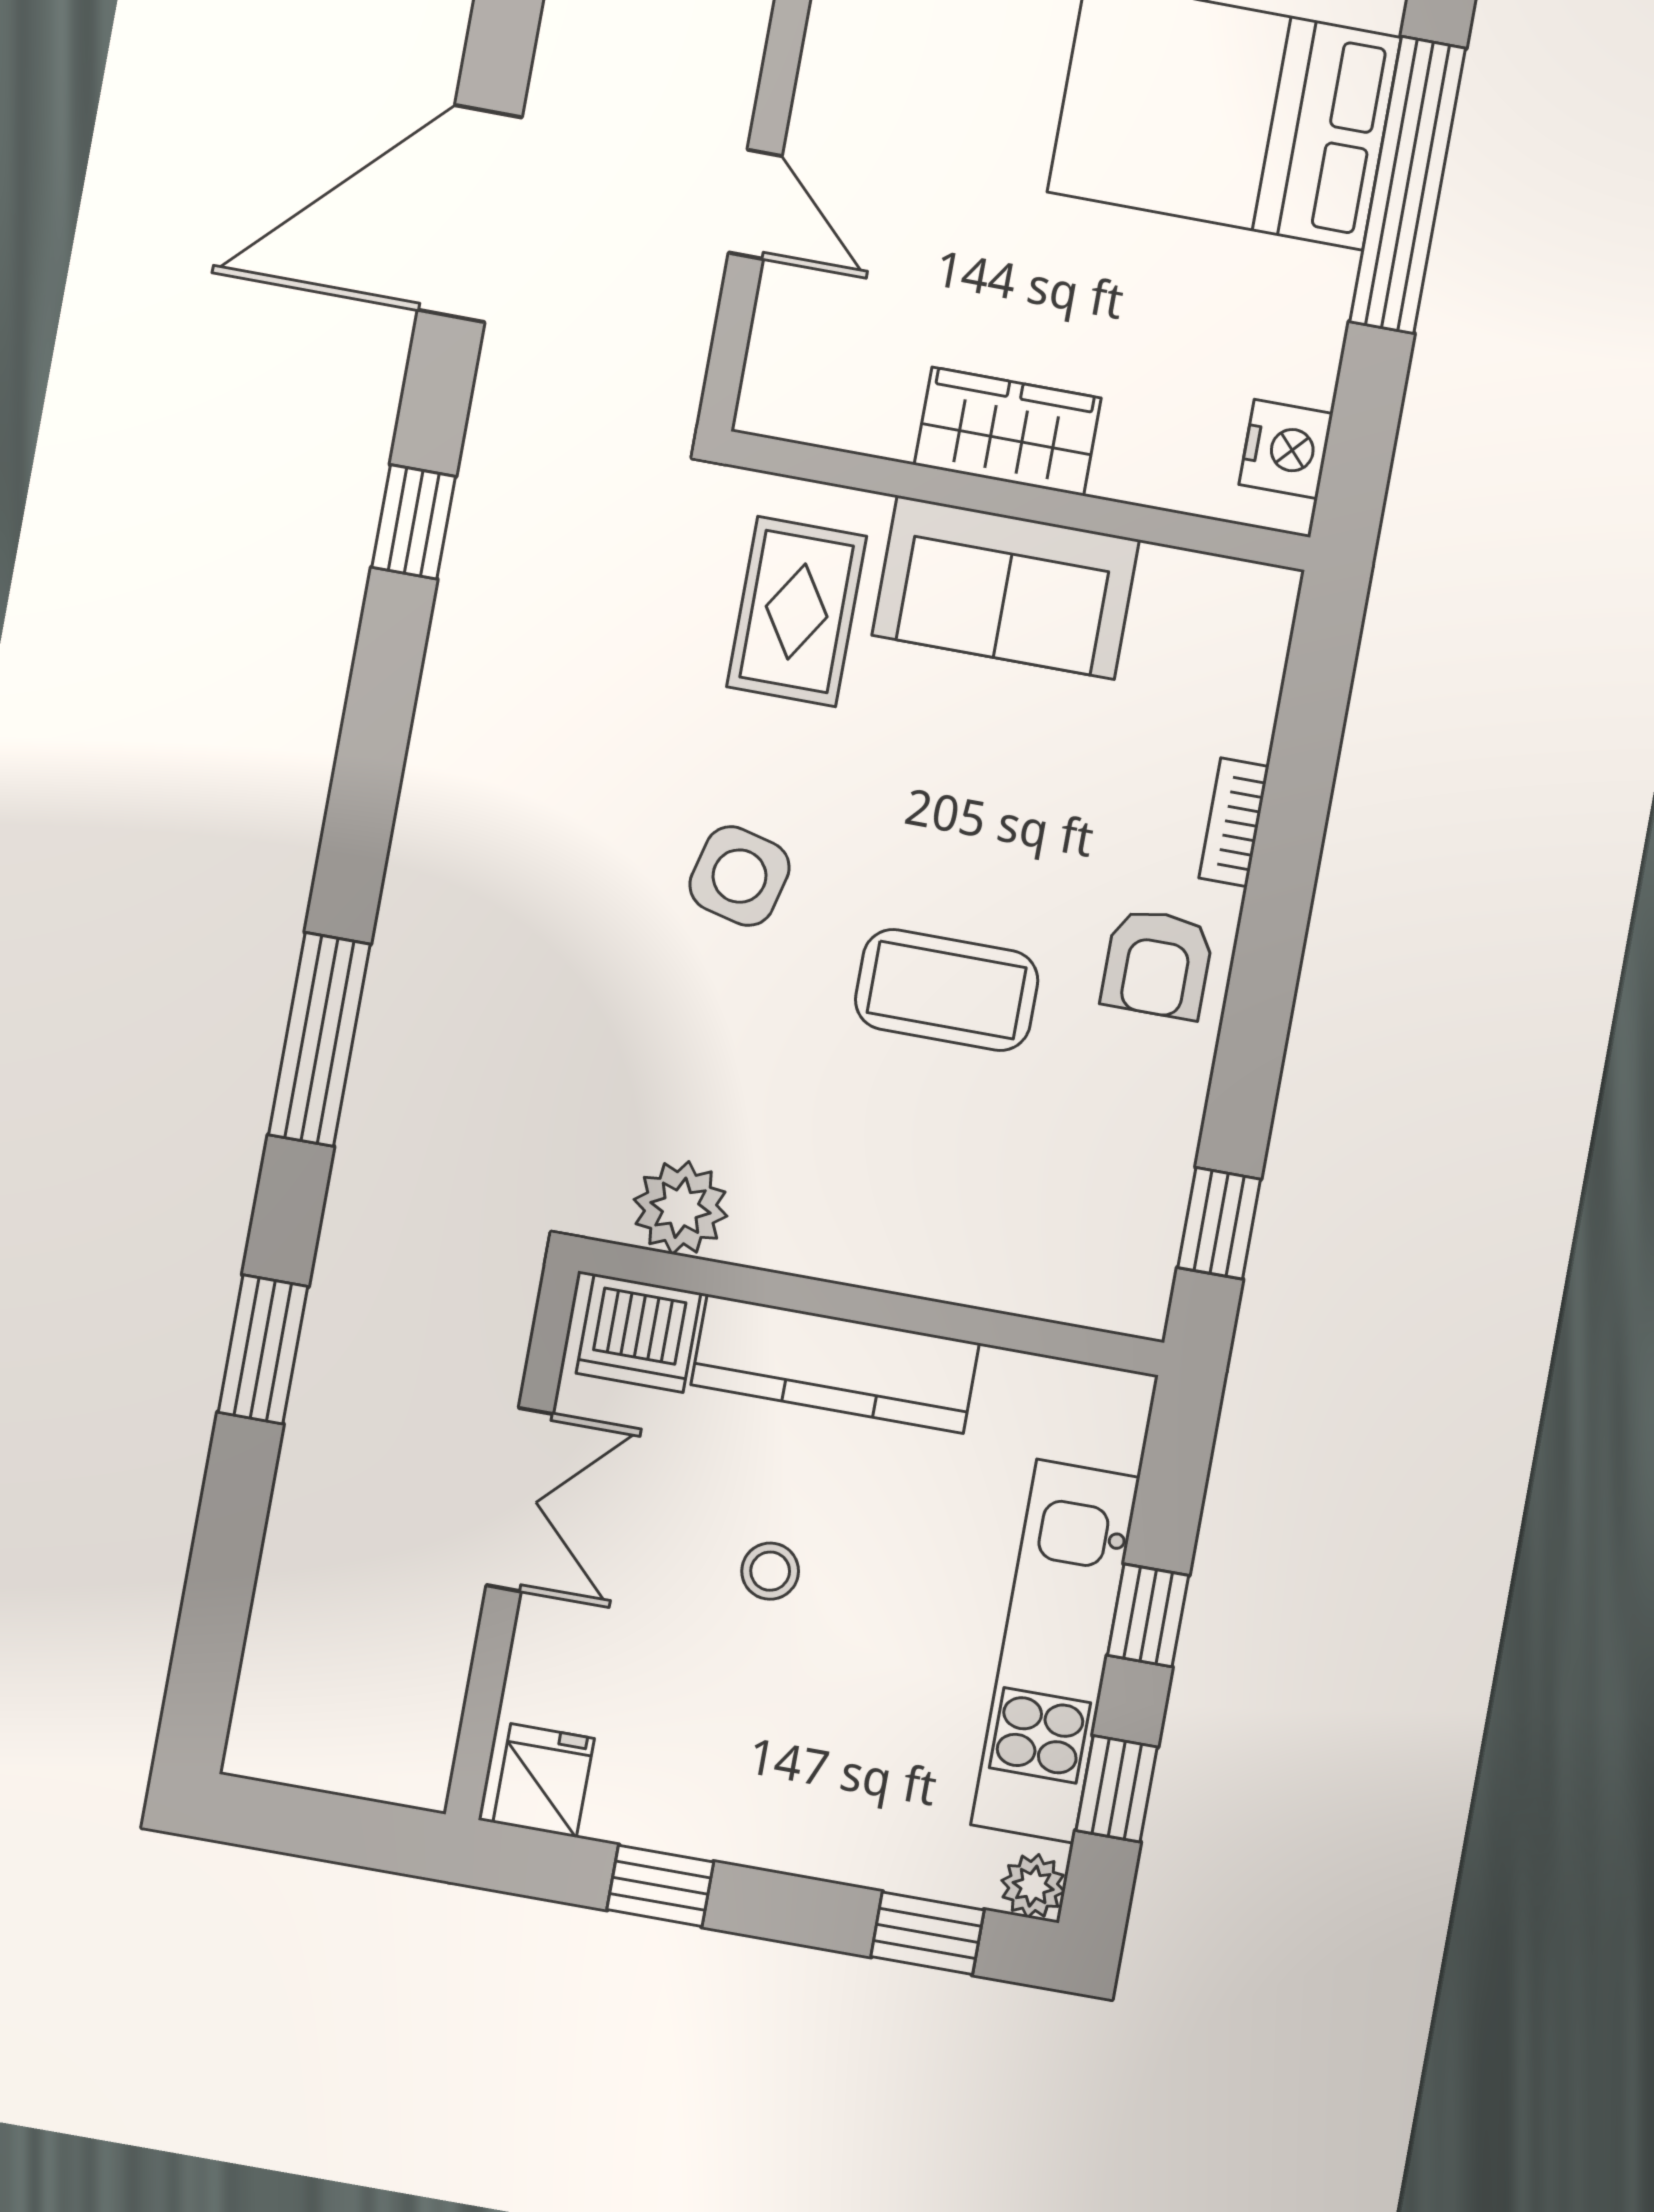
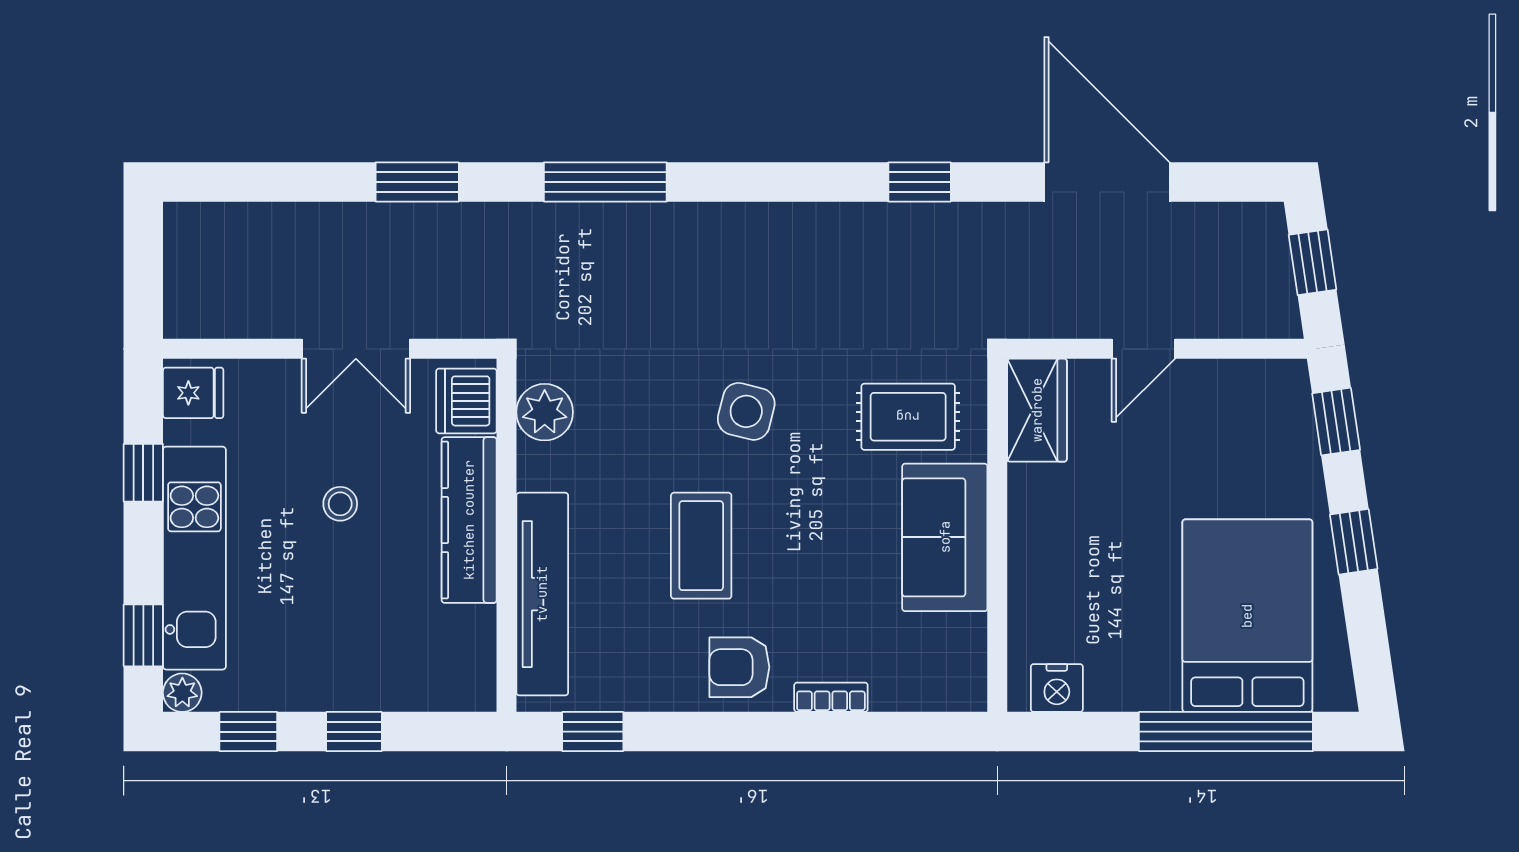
wardrobe: (1008, 431) -> (1037, 410), moved
tv unit: (979, 1266) -> (542, 594), added
kitchen unit: (1055, 1651) -> (194, 558), moved, turned 90

